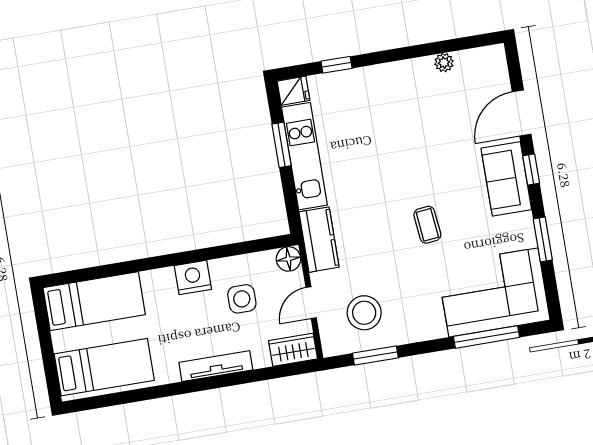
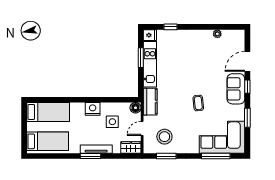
window: (206, 384) -> (90, 156), added

